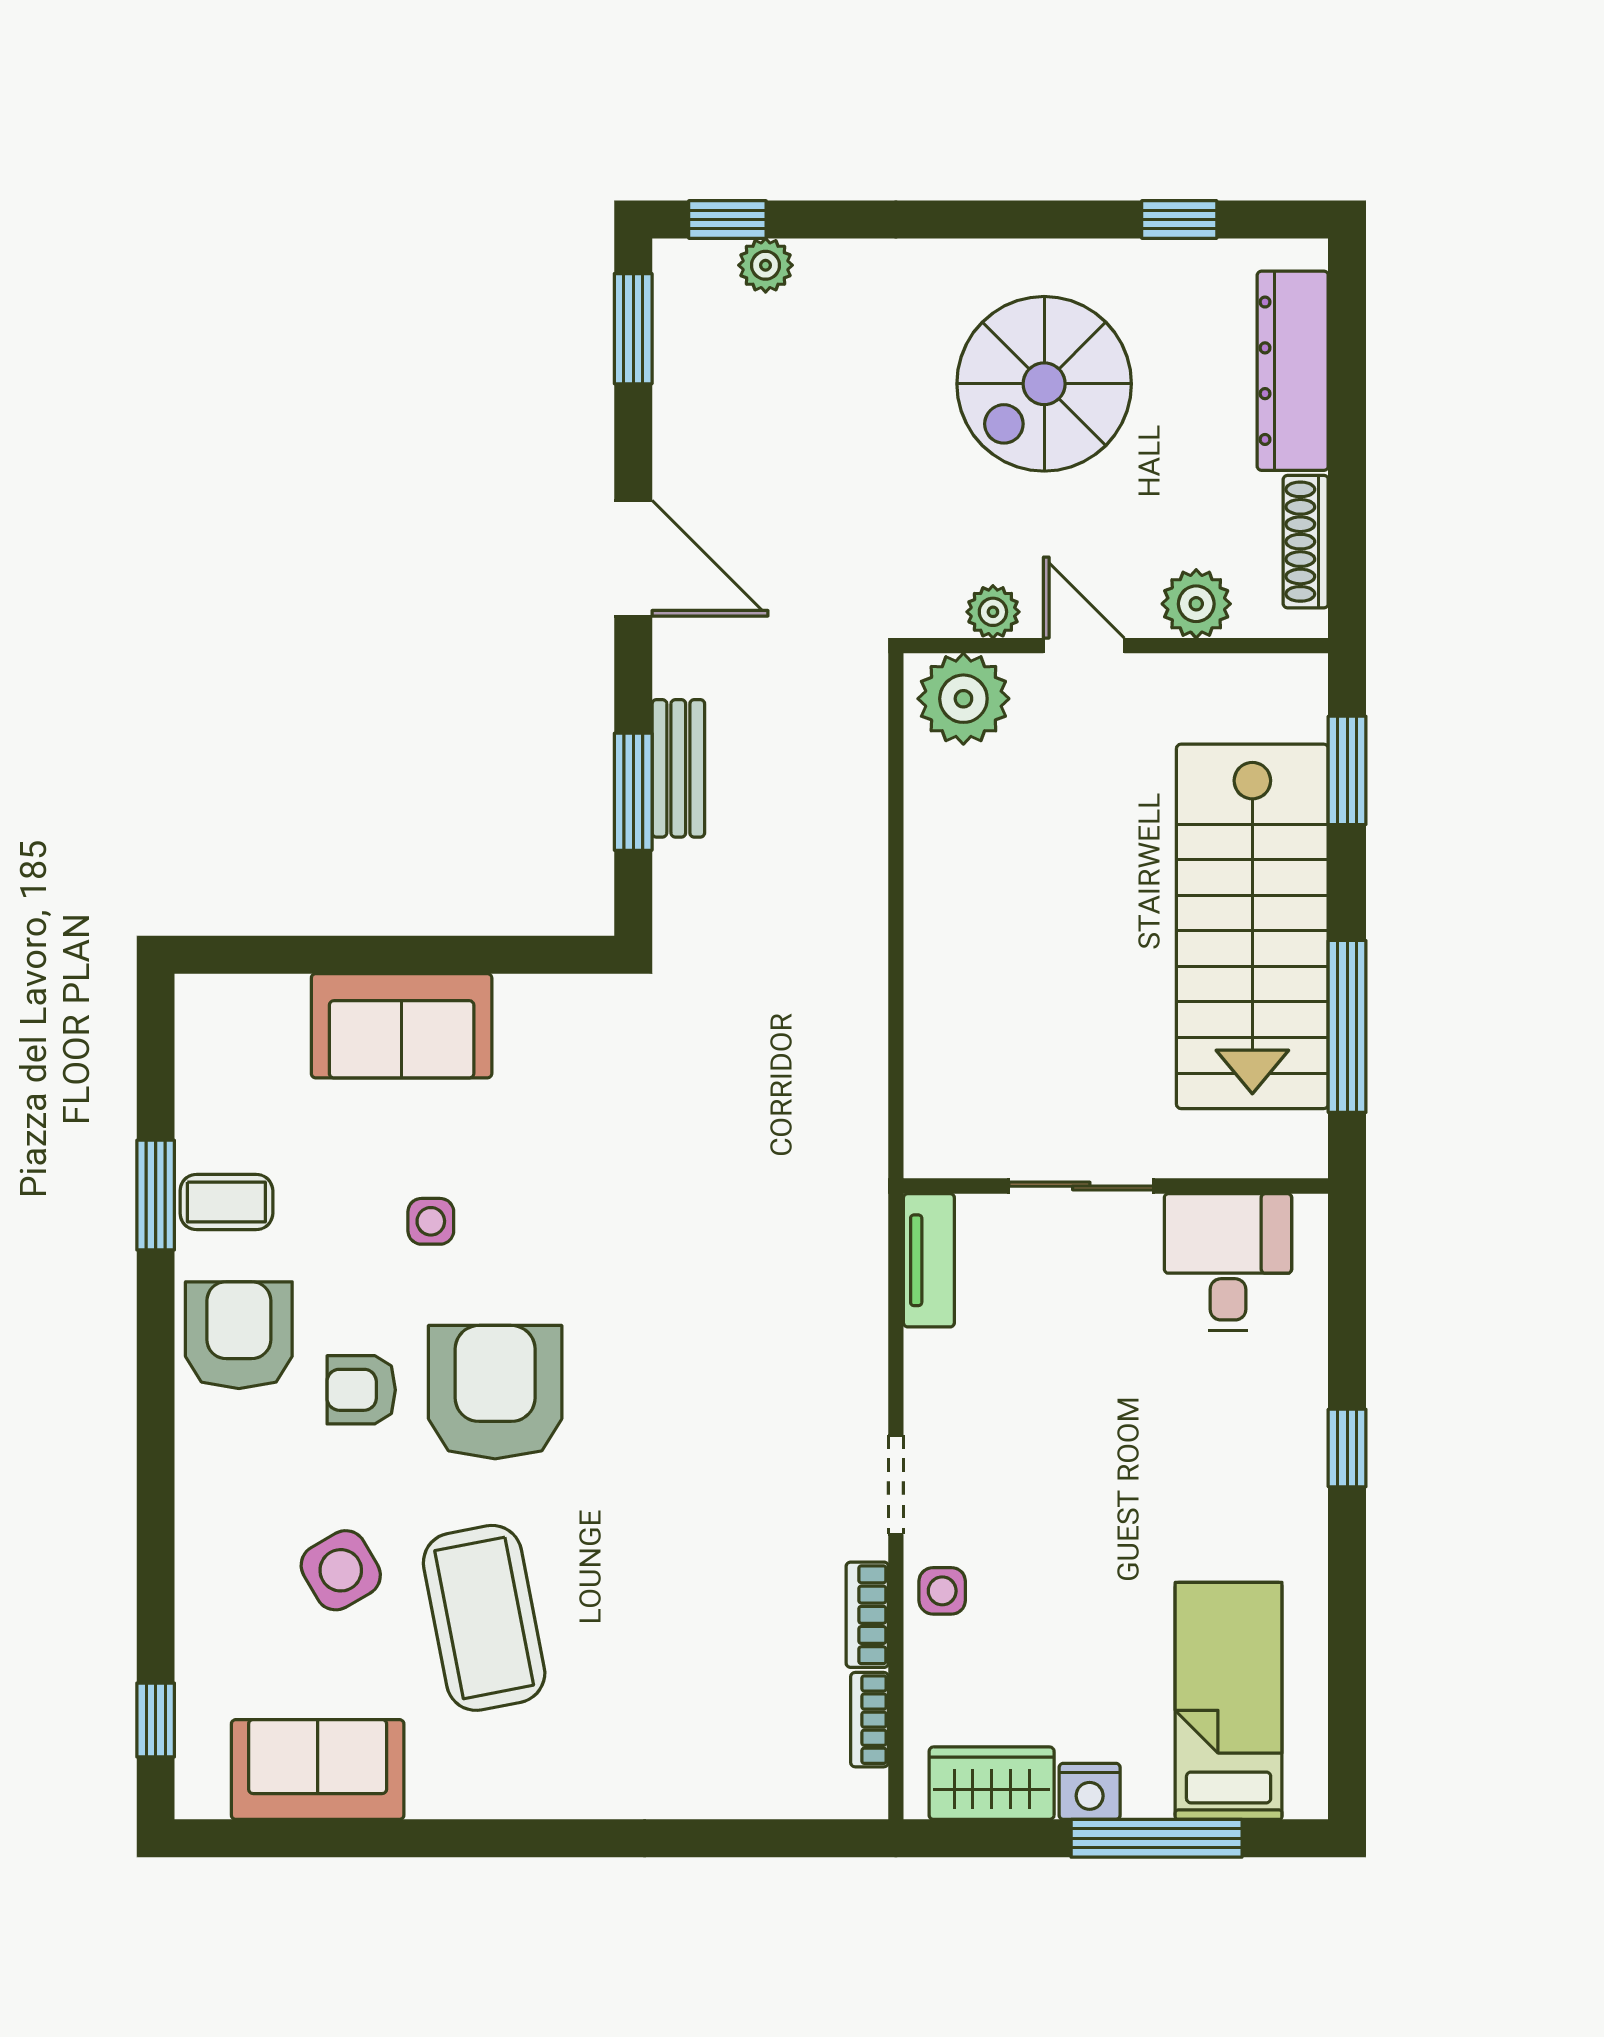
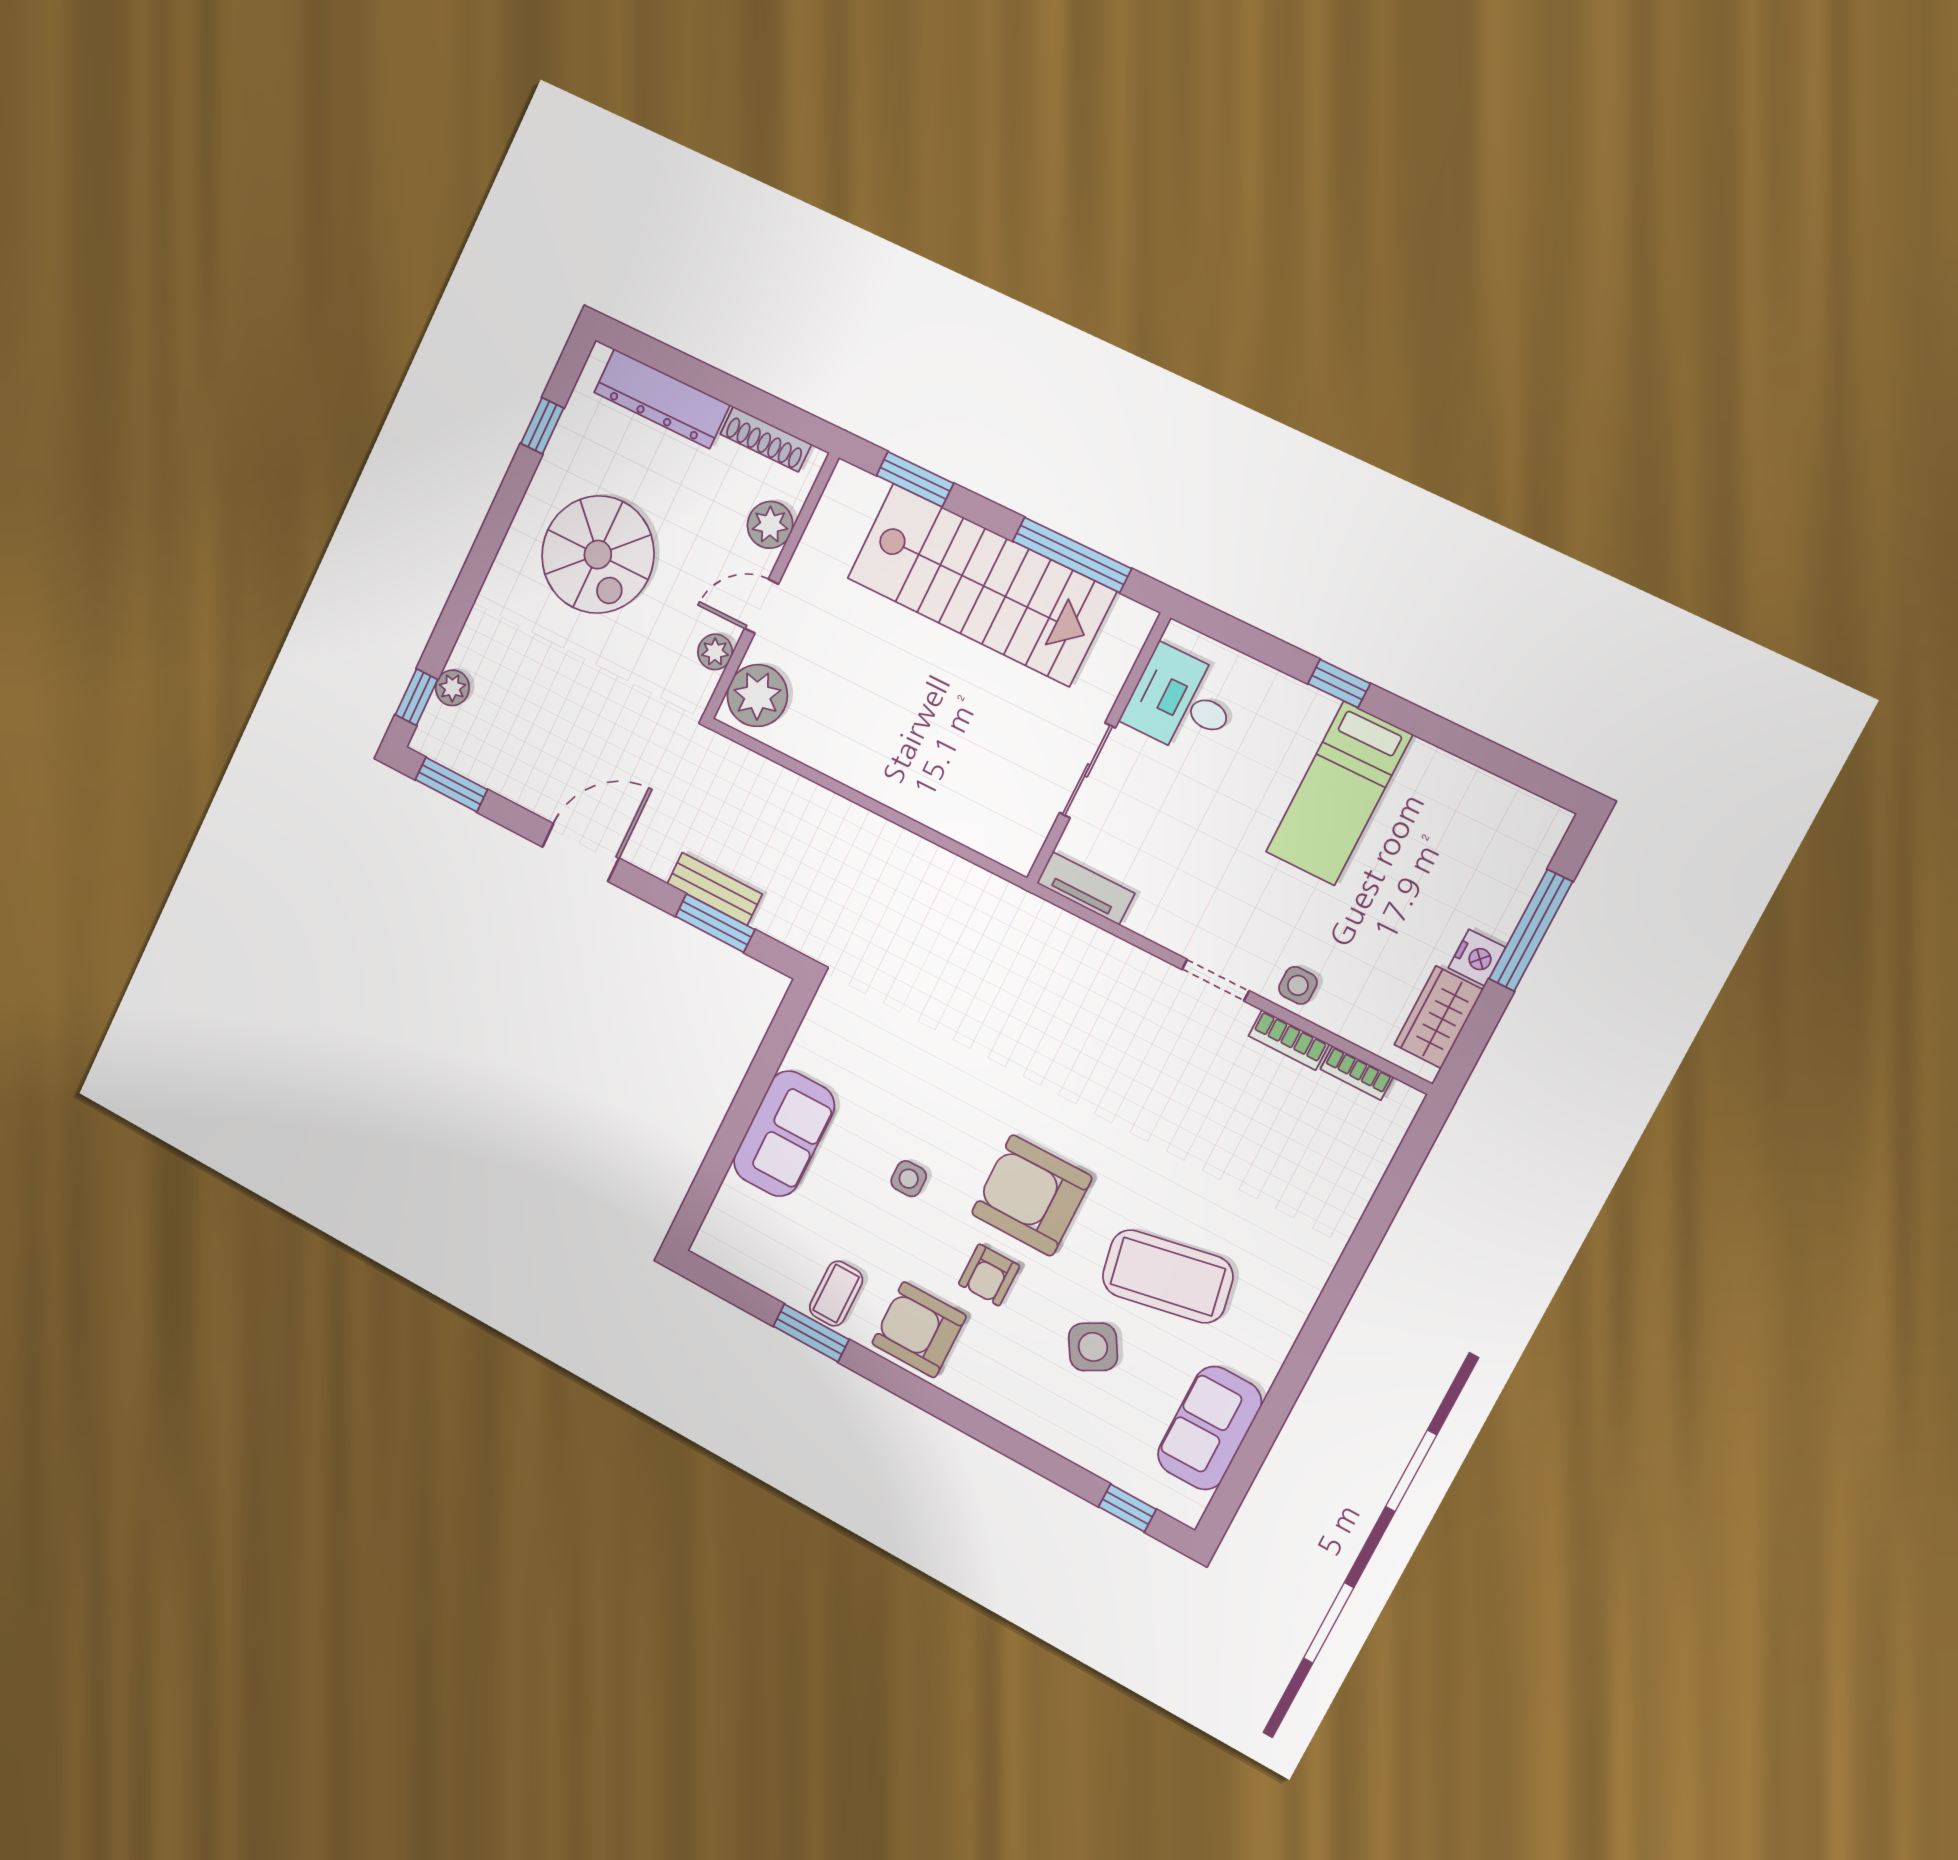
bed: (1229, 1701) -> (1339, 793), moved, turned -90

